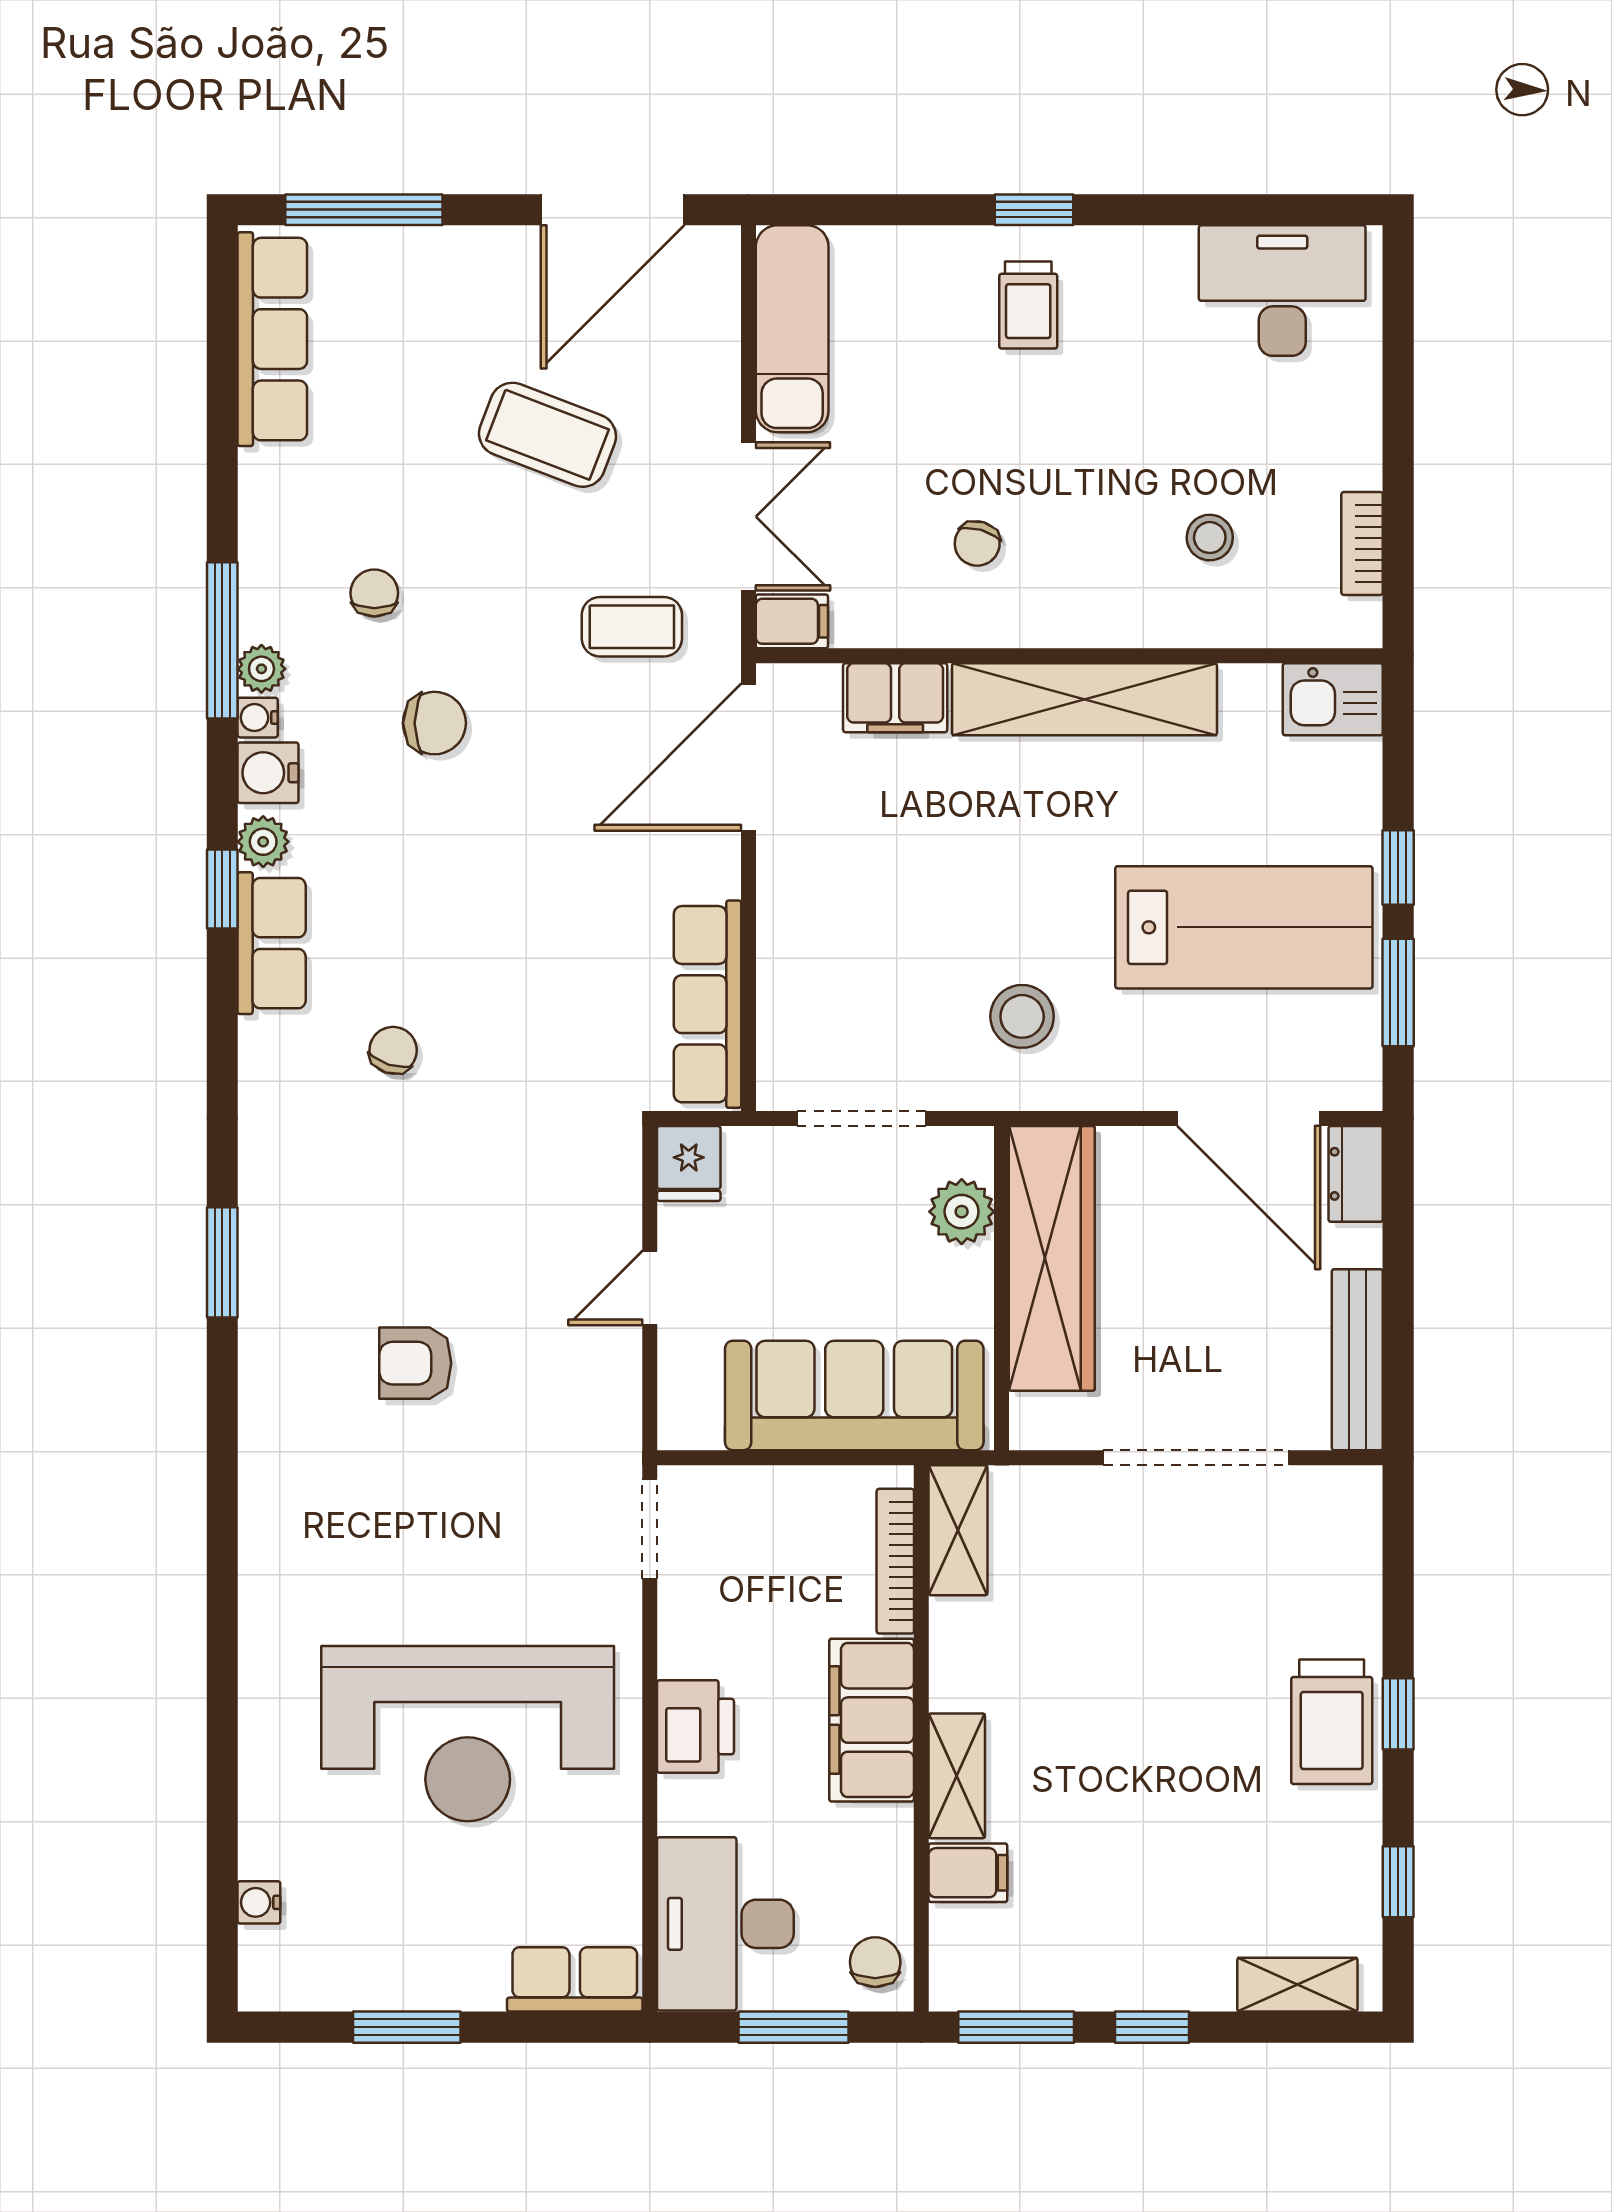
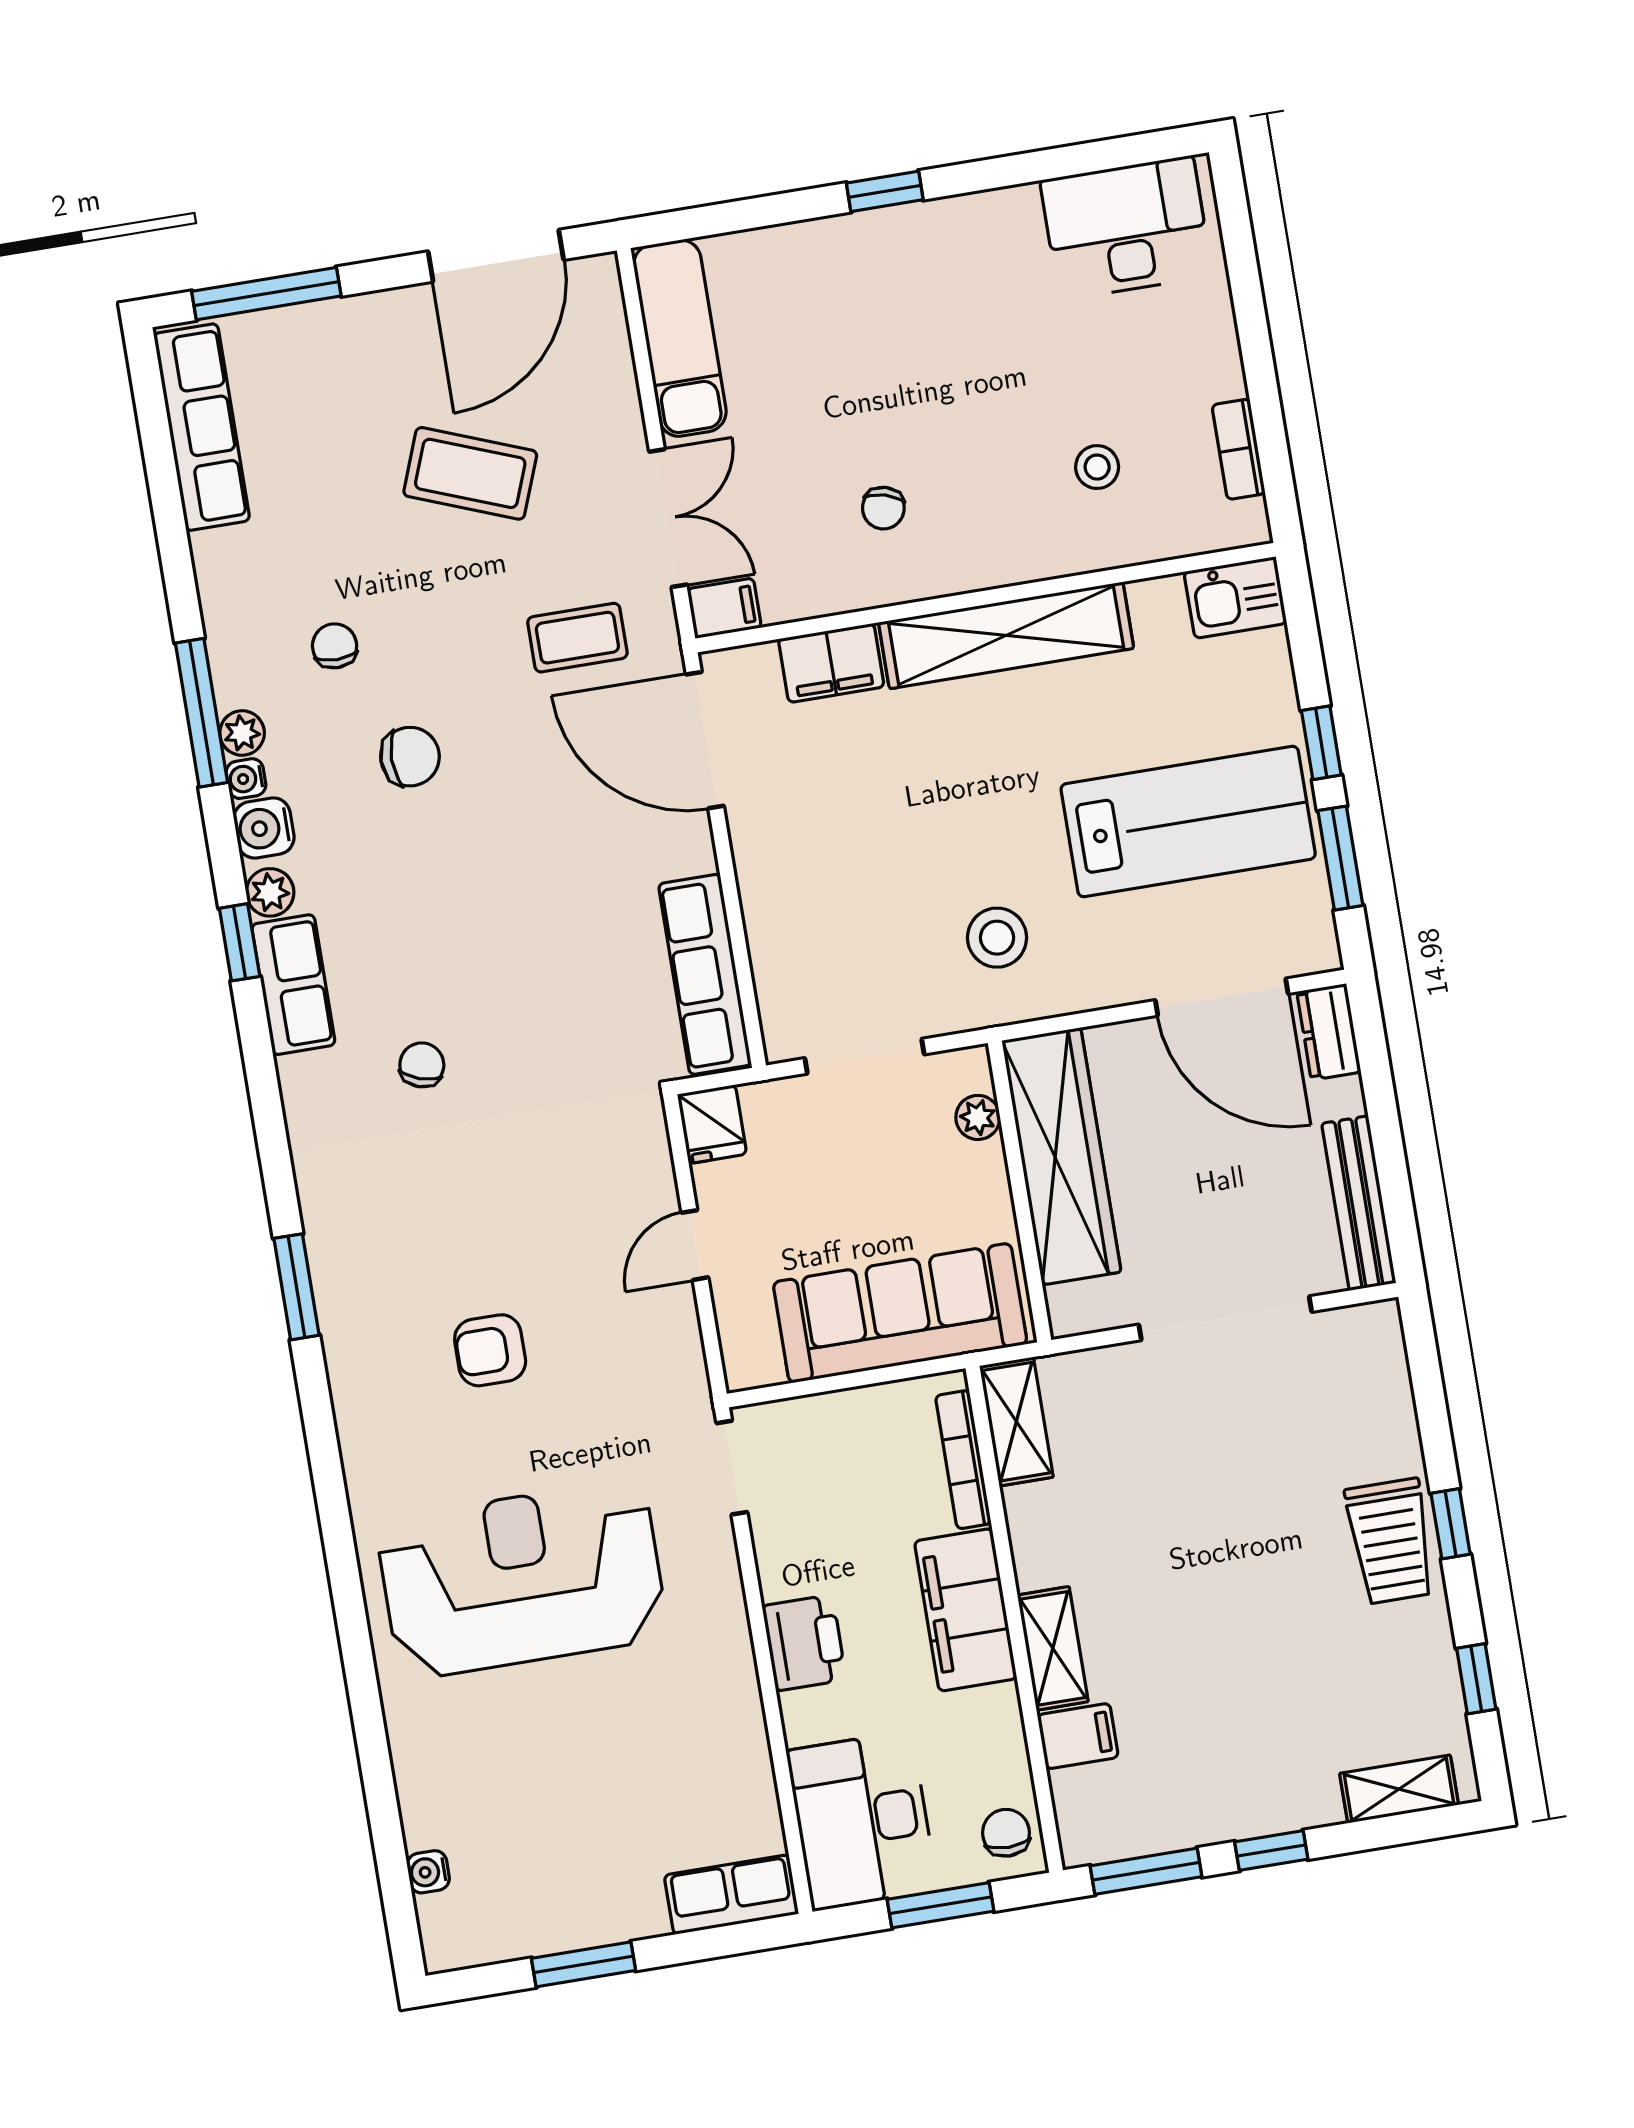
trolley: (1028, 305) -> (894, 280), removed
door: (748, 757) -> (705, 740), hinge flipped
plant: (962, 1212) -> (978, 1117), width x0.73, depth x0.73
reception desk: (468, 1734) -> (522, 1579), moved, turned 180

